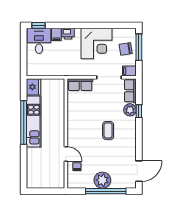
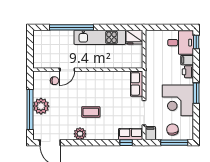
window: (89, 25) -> (196, 93), added
plant: (130, 110) -> (80, 134), moved
window: (139, 111) -> (126, 143), moved
window: (24, 122) -> (72, 27), moved

